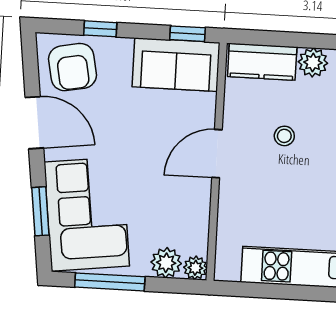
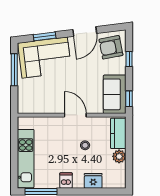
plant: (166, 263) -> (24, 95), removed
plant: (195, 268) -> (23, 108), removed

